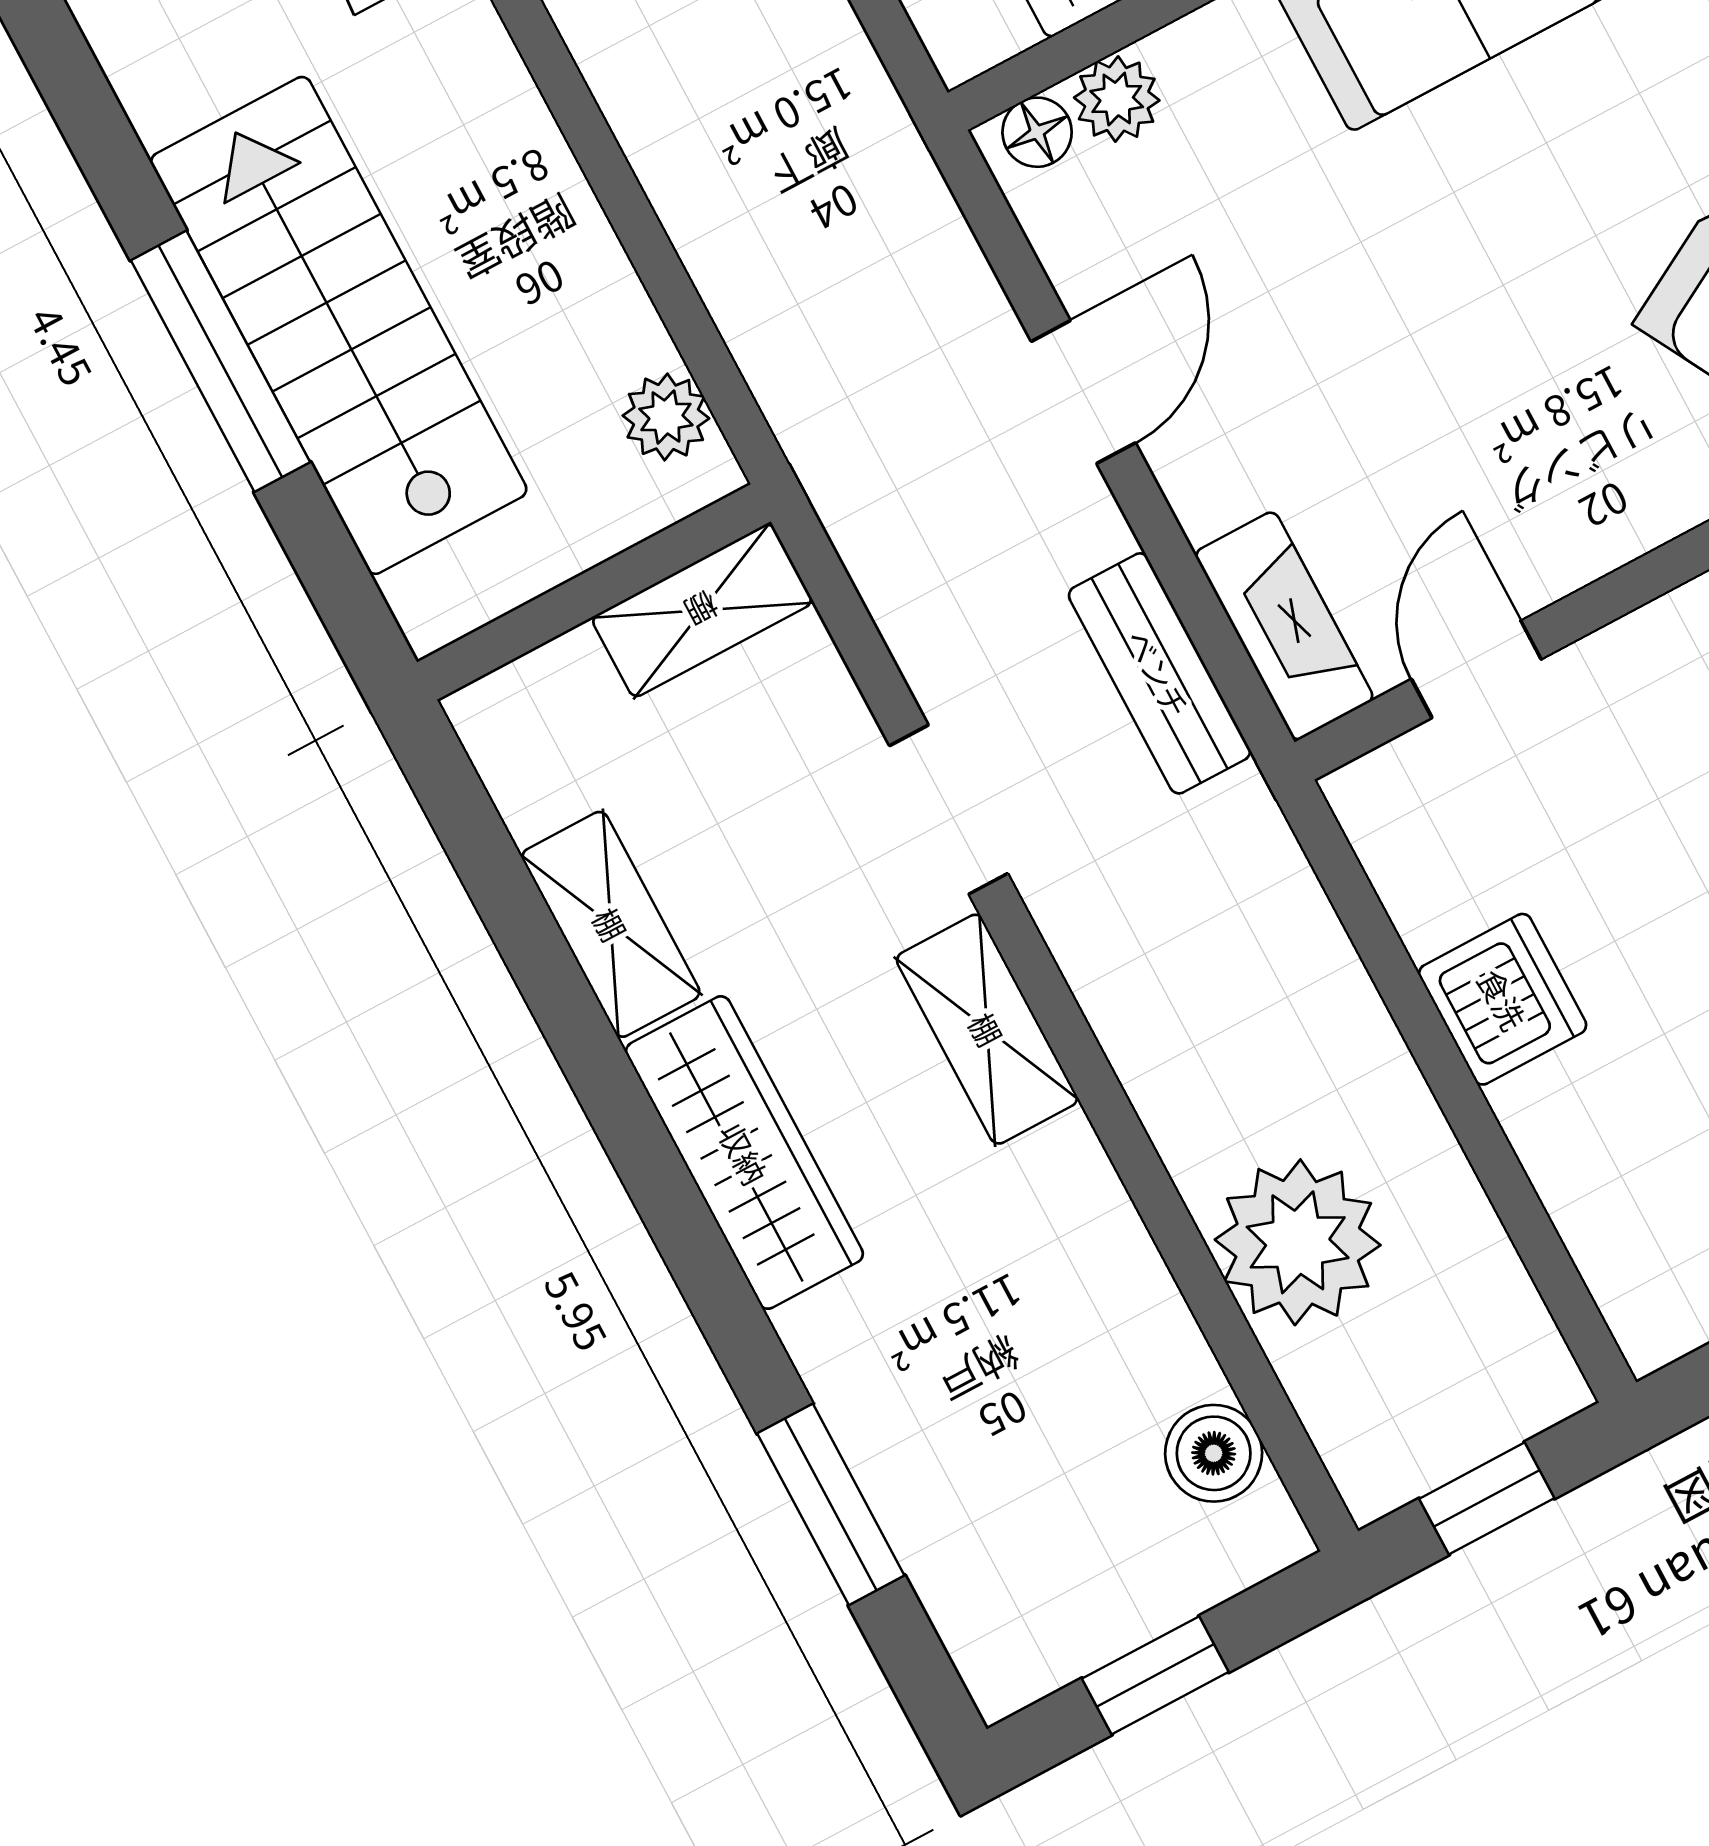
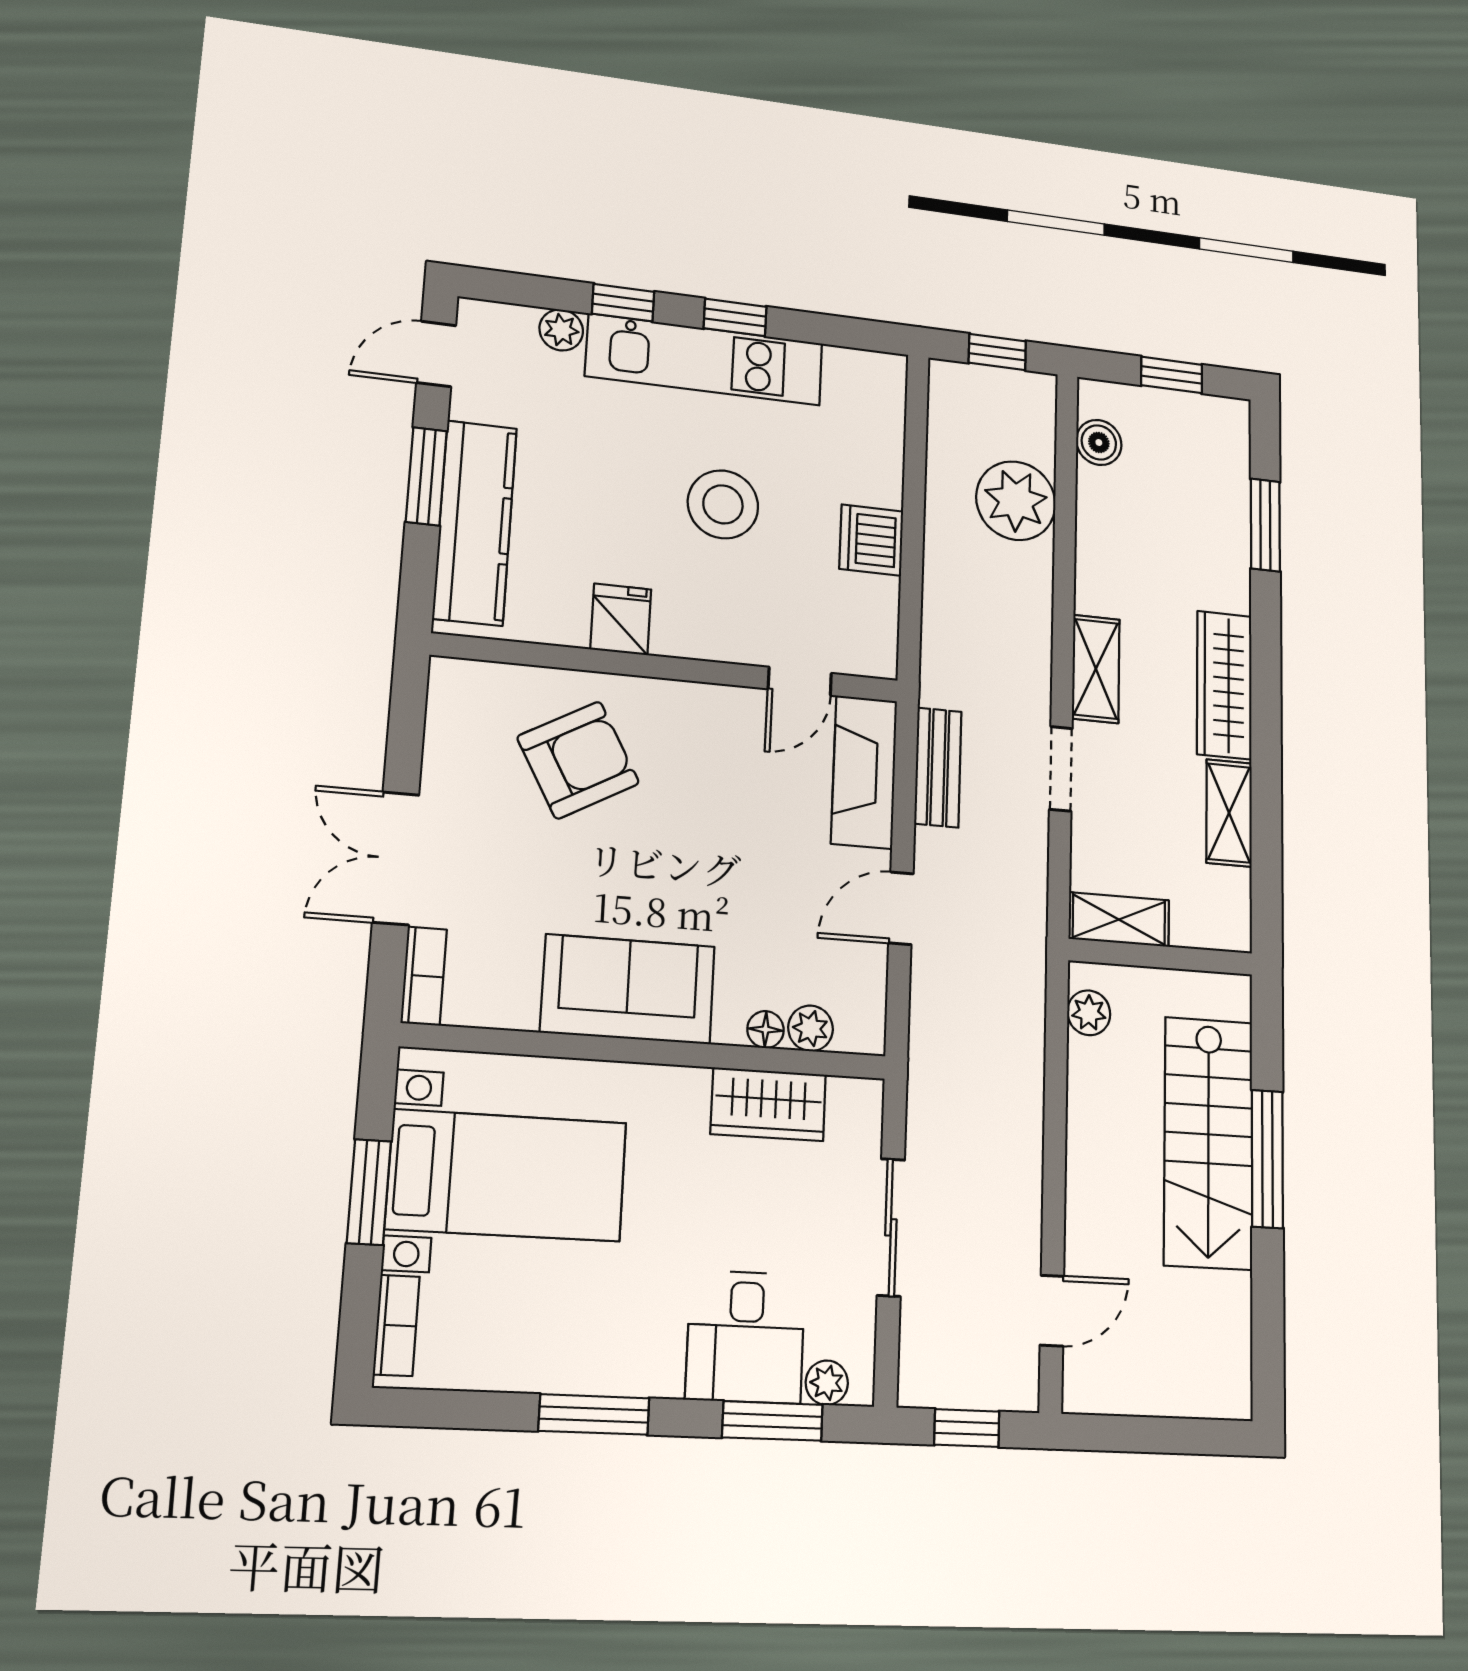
floor lamp: (1037, 132) -> (766, 1030), moved
fireplace: (1284, 626) -> (864, 772), width x1.37, depth x1.32

